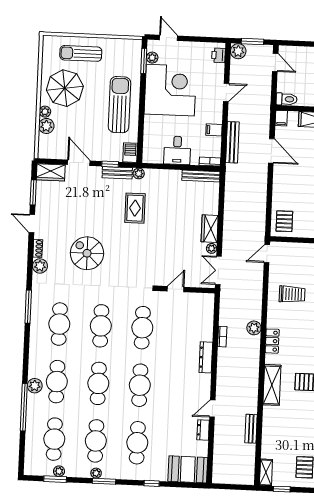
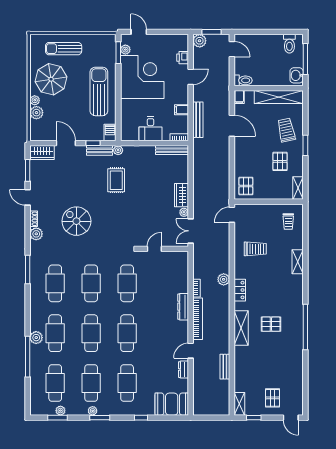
printer: (218, 55) -> (183, 58), moved
bookcase: (222, 372) -> (198, 319), added

